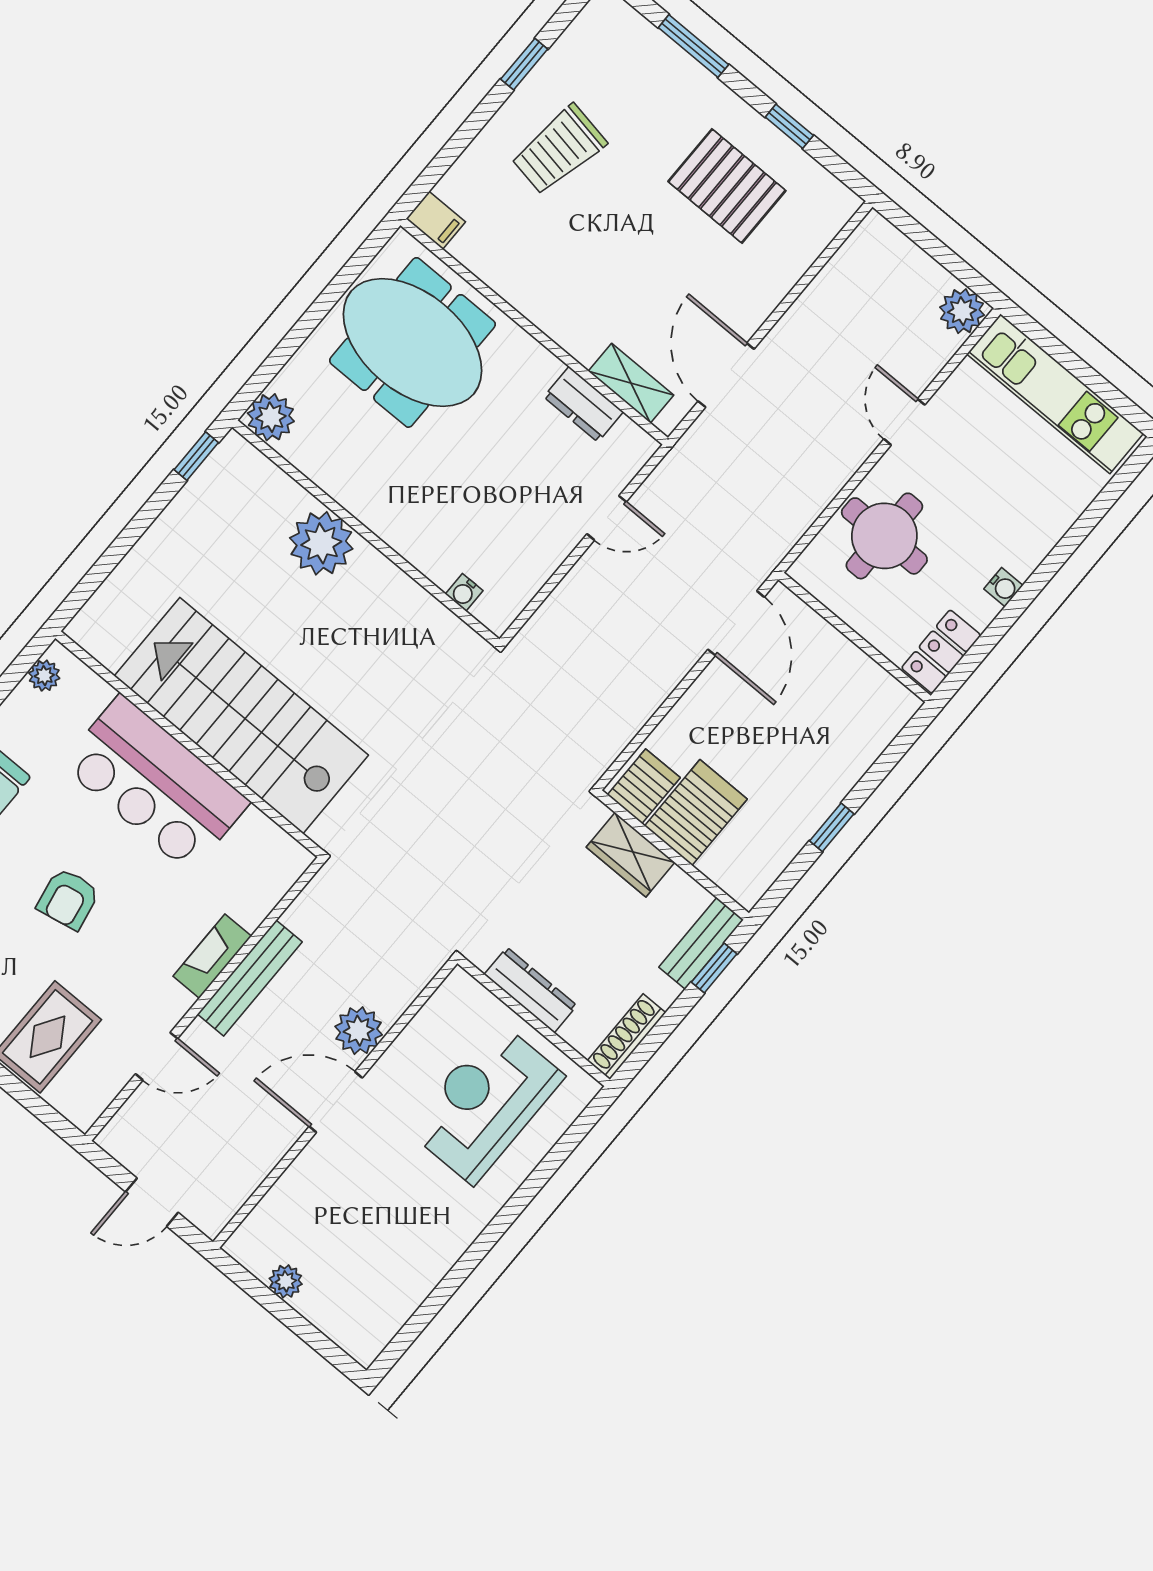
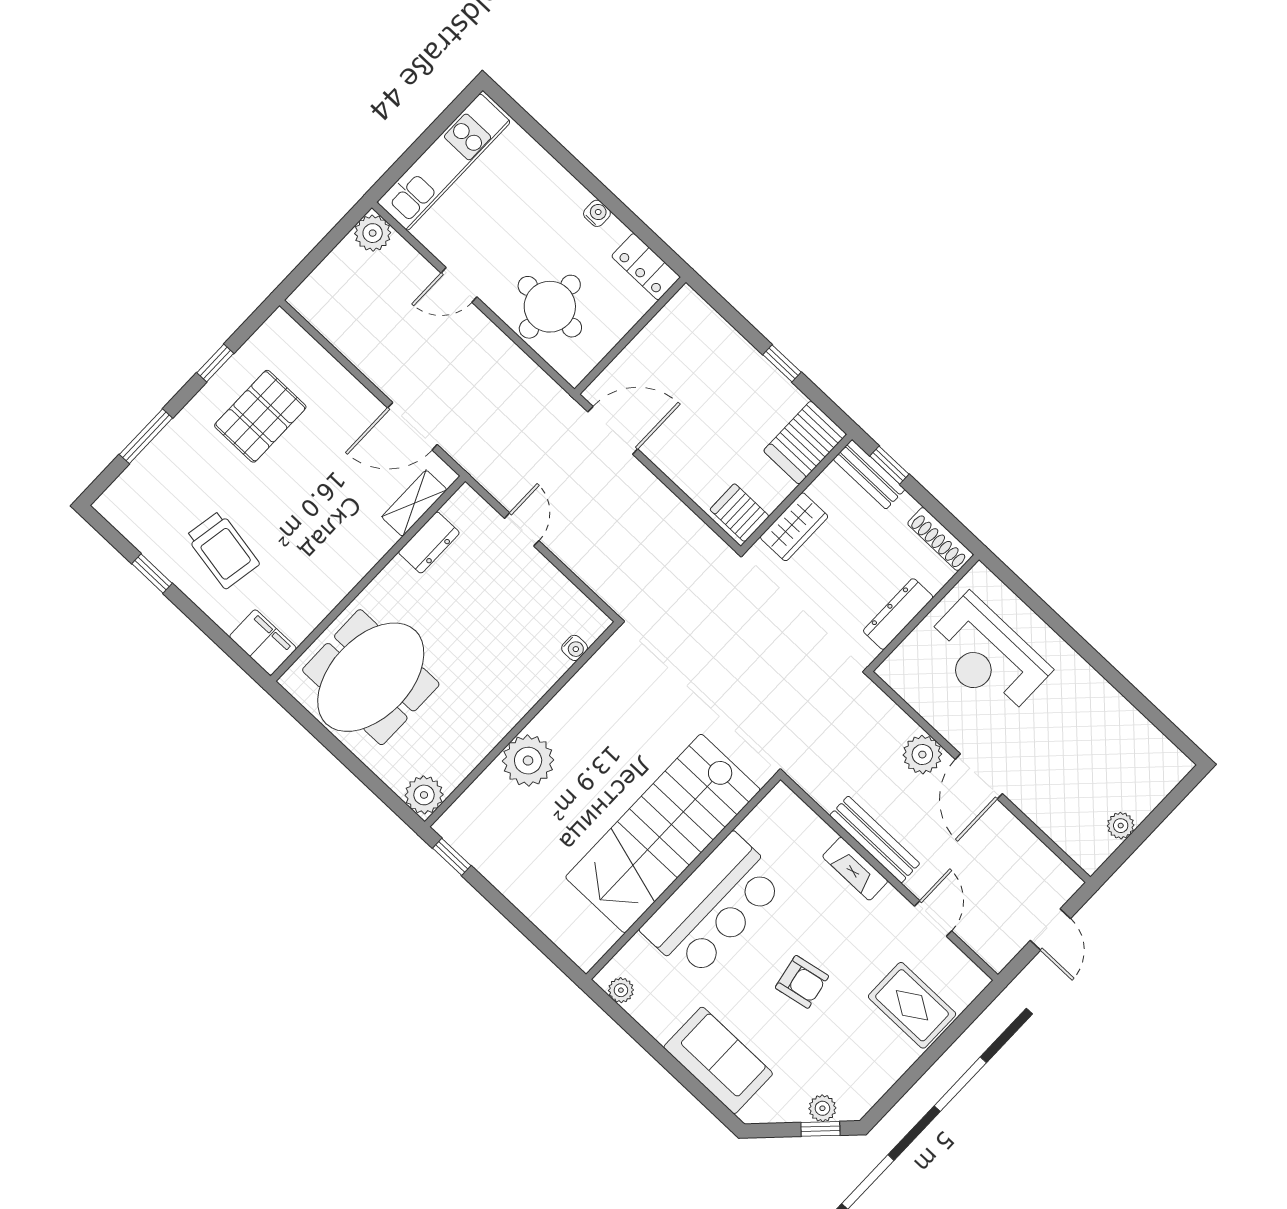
filing cabinet: (436, 220) -> (263, 642), width x2.00
server rack: (696, 812) -> (805, 443), moved, turned -90

